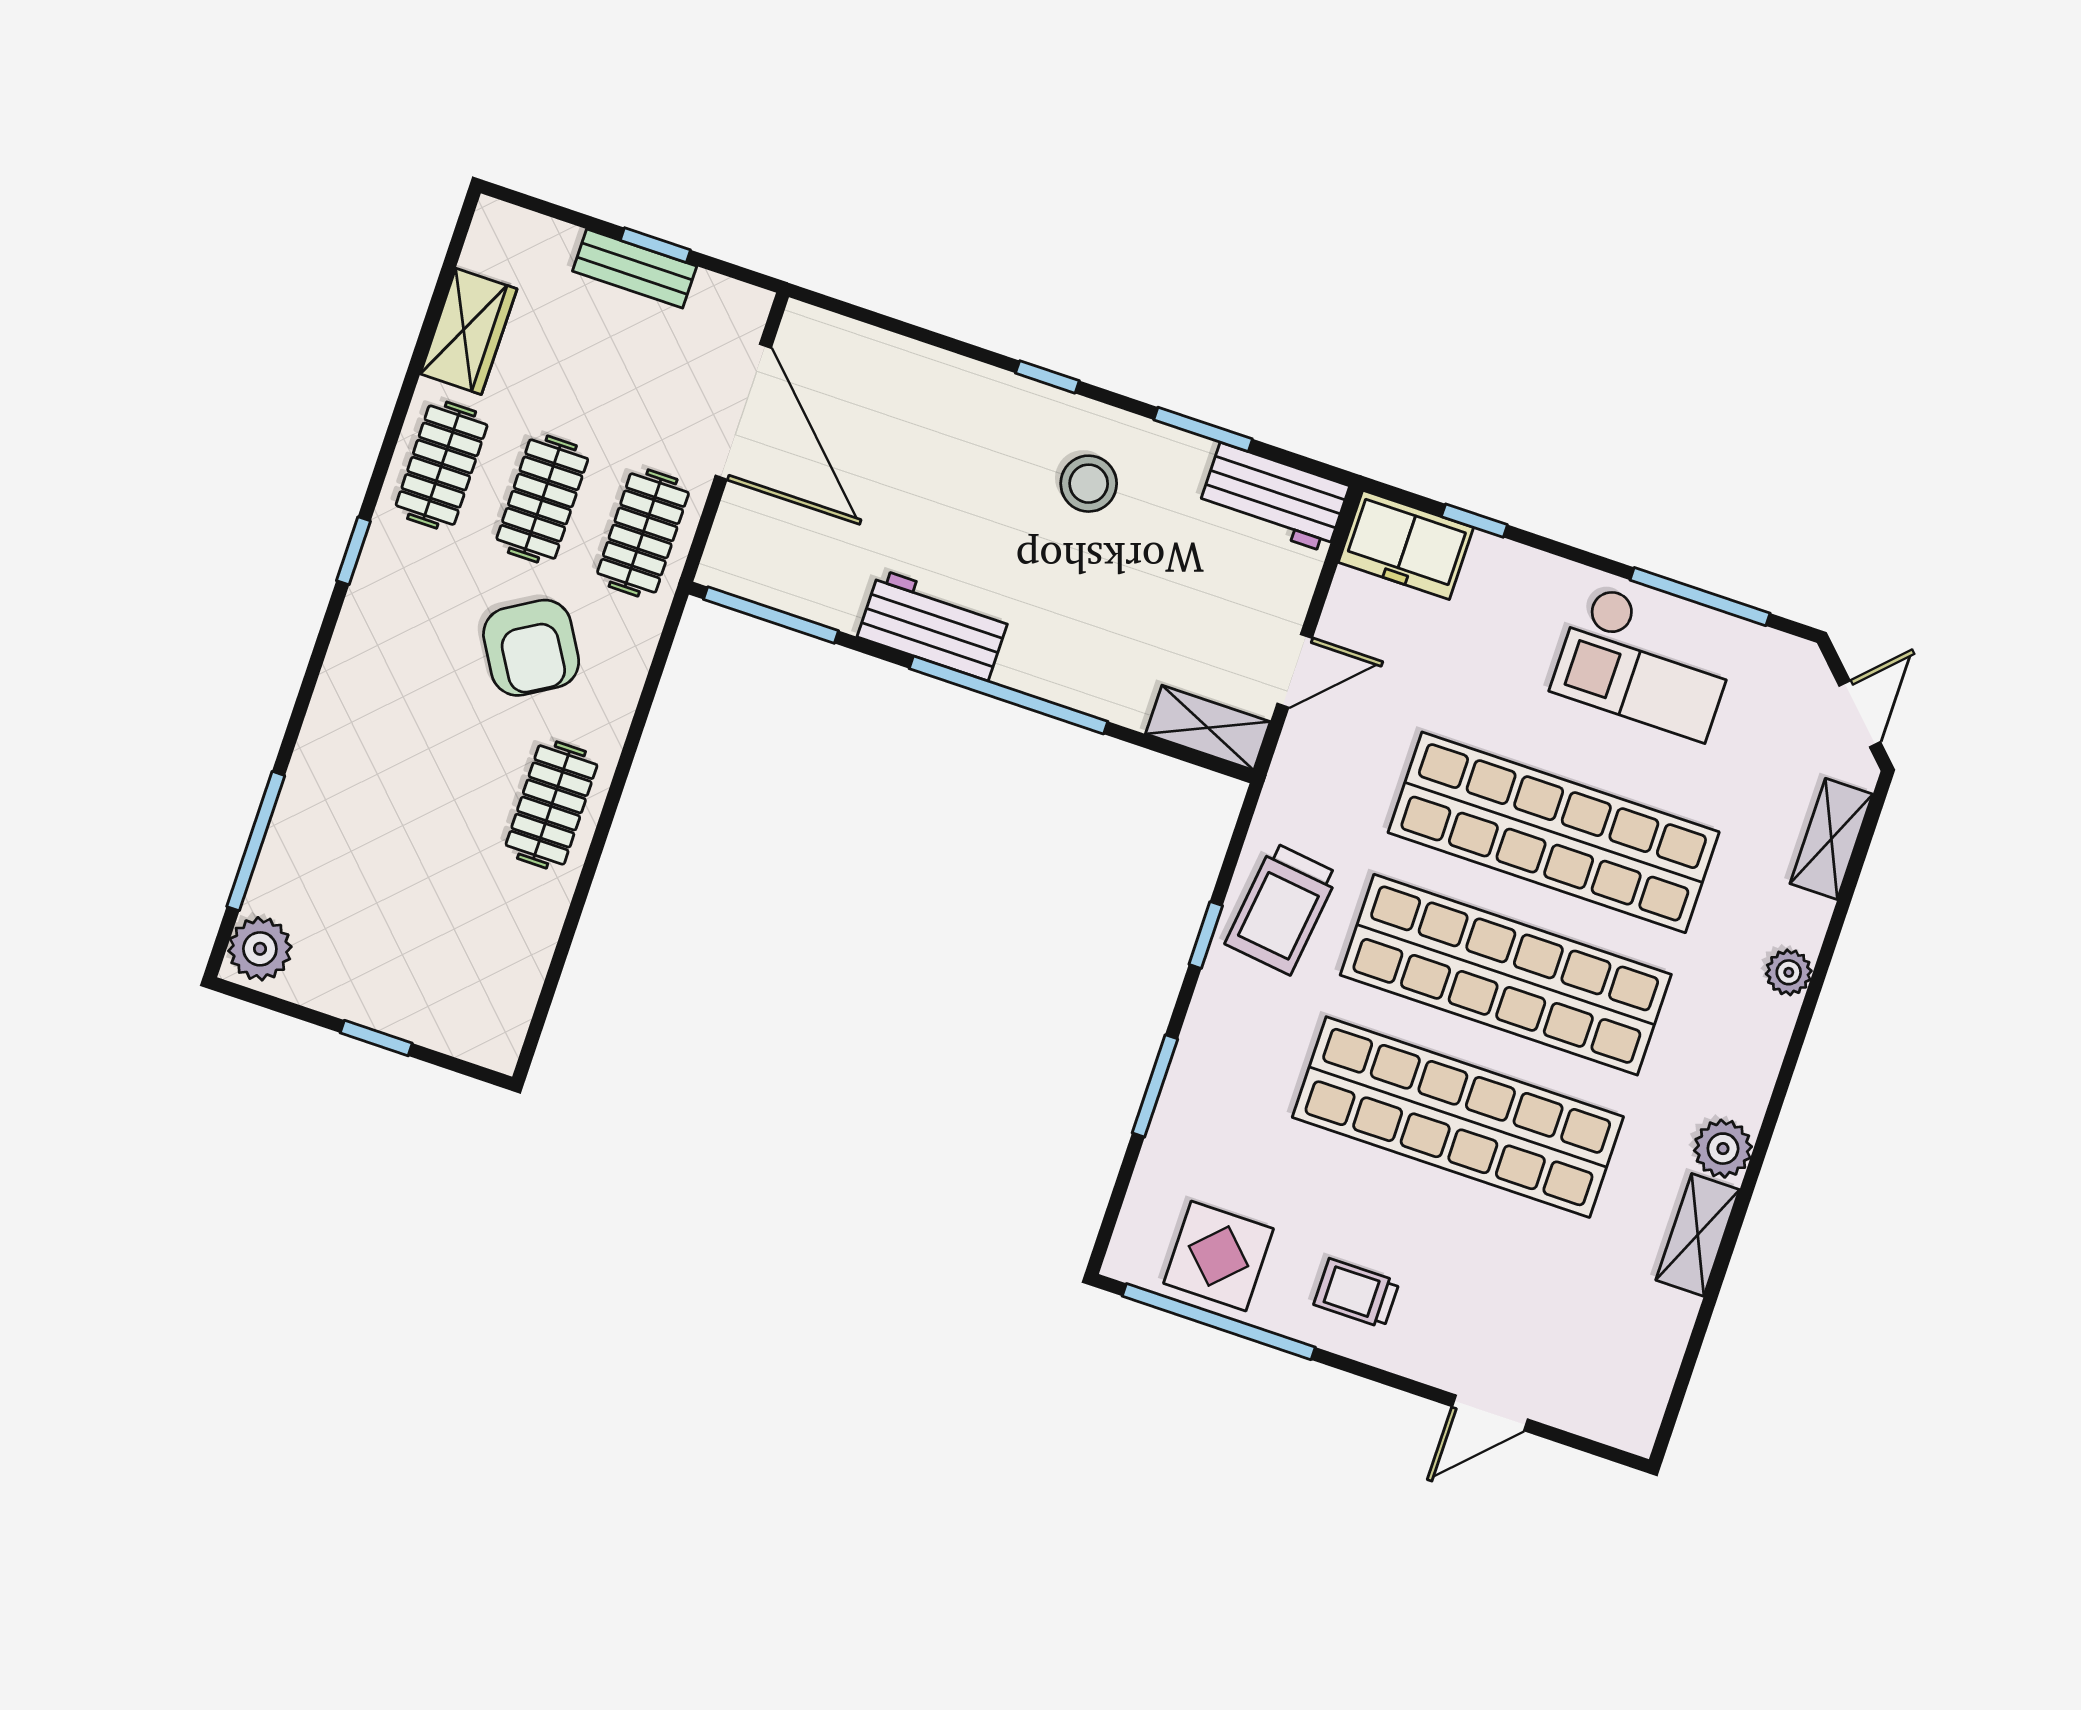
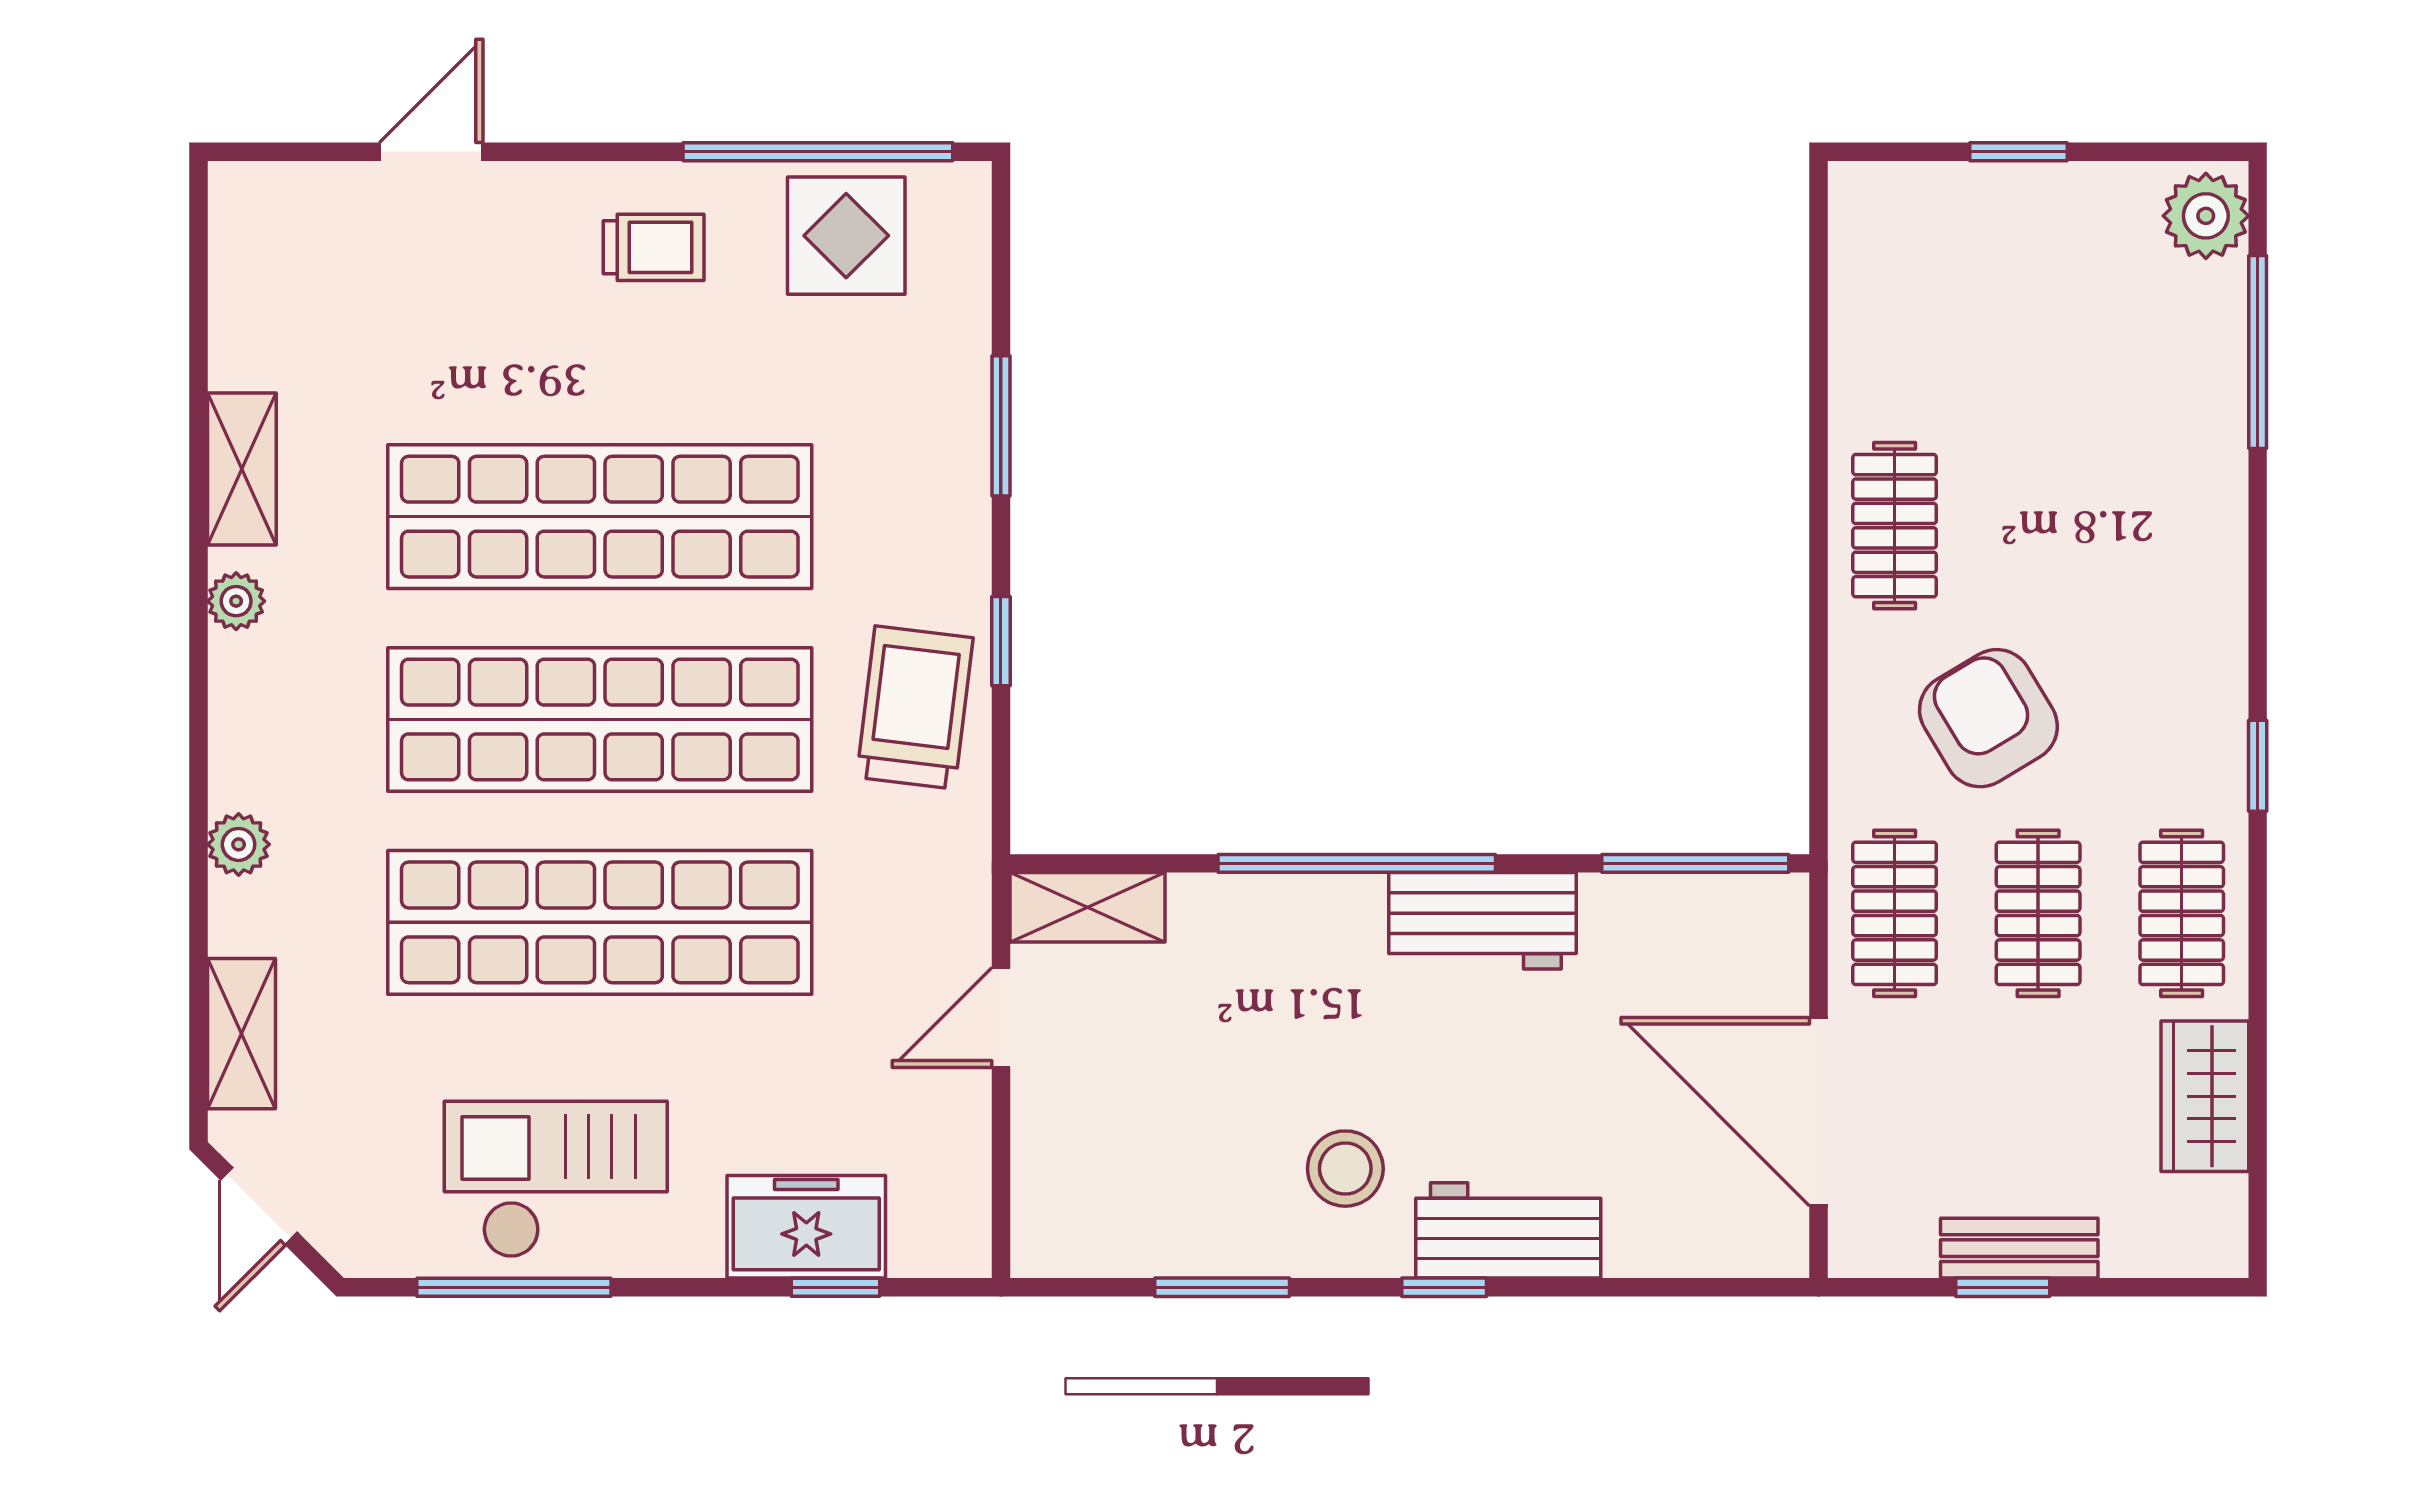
workbench: (1274, 497) -> (1508, 1230), moved
freezer: (1406, 545) -> (806, 1227), moved
plant: (1723, 1149) -> (236, 601), width x0.73, depth x0.73

